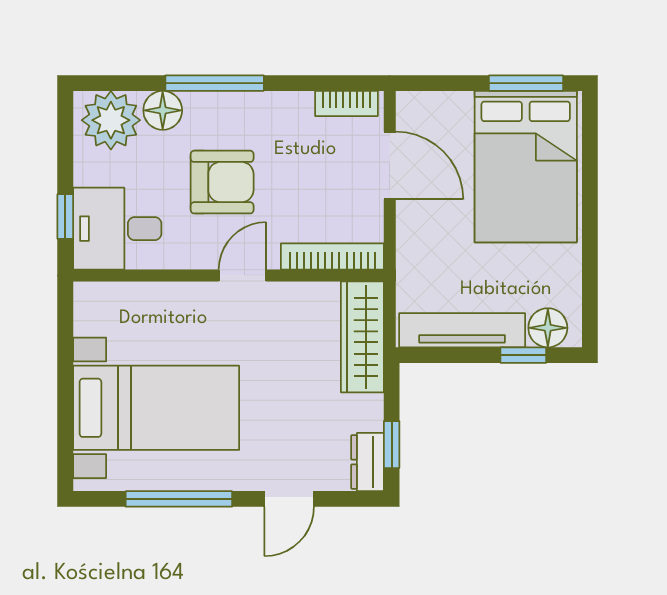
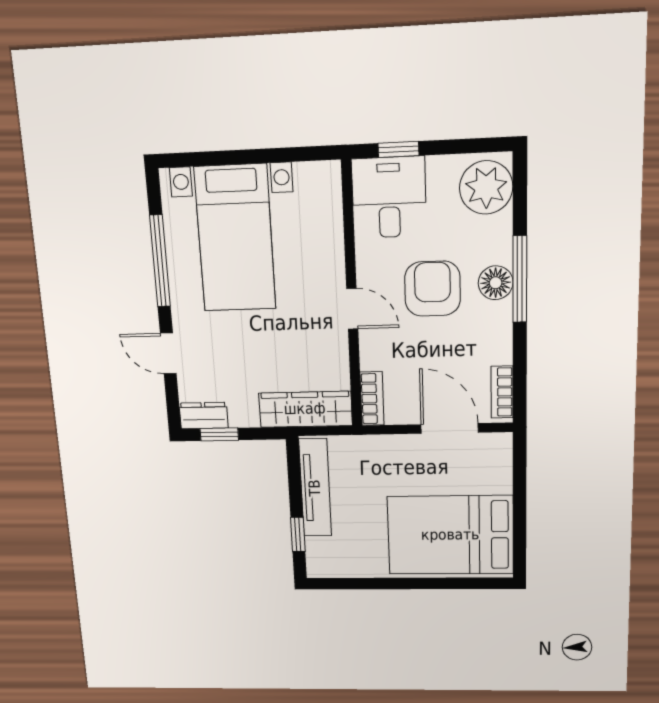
window: (526, 83) -> (520, 535), removed
floor lamp: (163, 110) -> (496, 283), moved
door: (390, 166) -> (449, 428), swing flipped
armchair: (222, 182) -> (433, 289), turned 180
bookcase: (332, 256) -> (372, 399), width x0.64
floor lamp: (548, 328) -> (321, 553), removed

